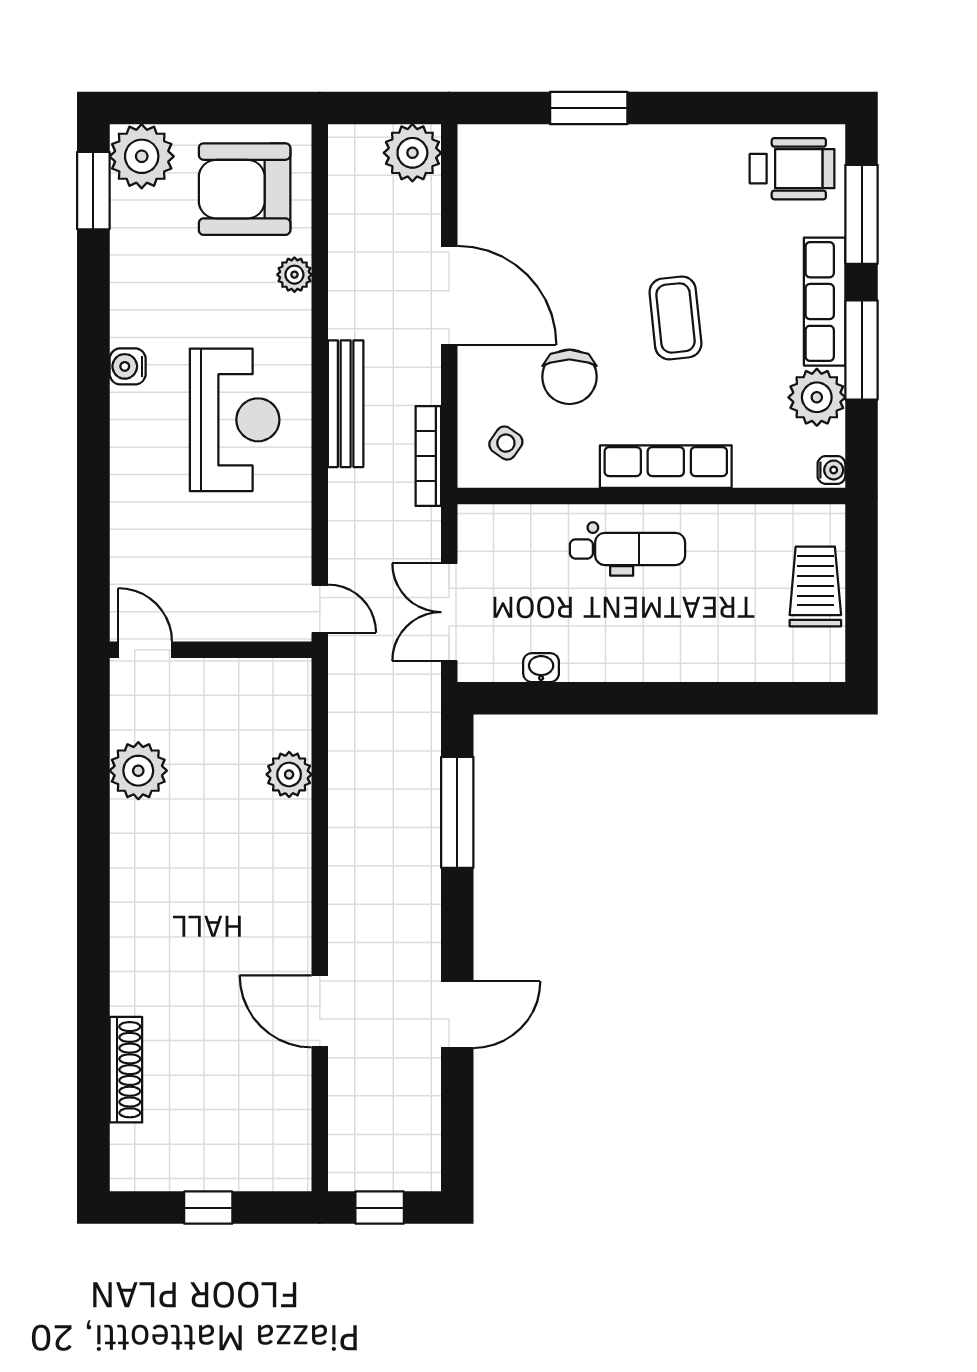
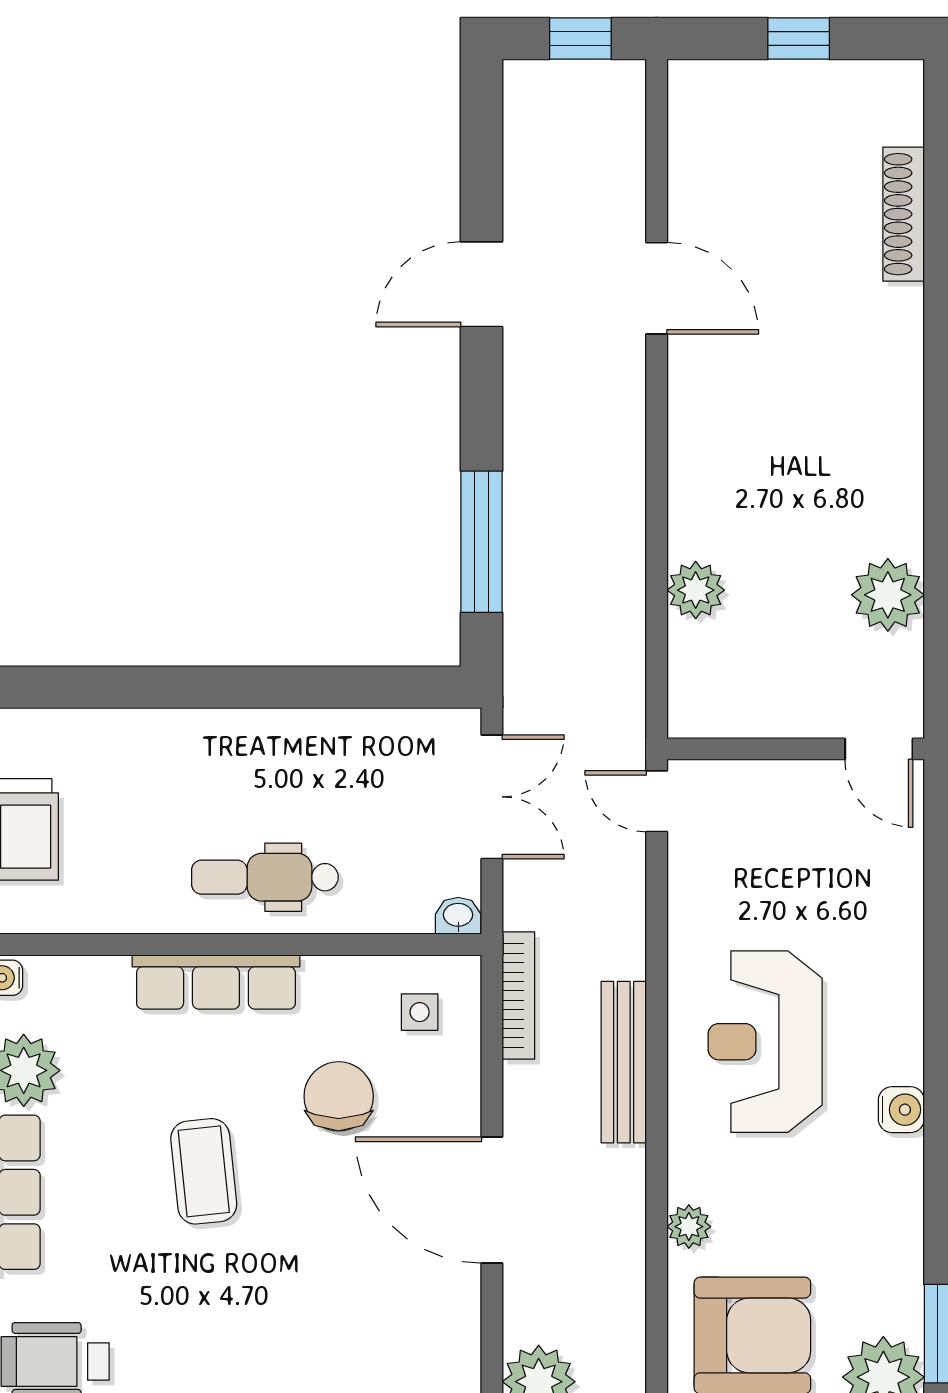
side table: (506, 443) -> (420, 1012), turned -35
washbasin: (541, 668) -> (458, 916), moved, turned 180

